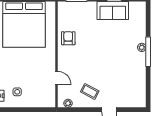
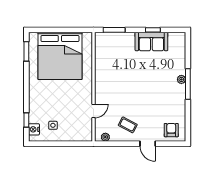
armchair: (68, 38) -> (171, 130), moved
door: (57, 78) -> (93, 111), hinge flipped

